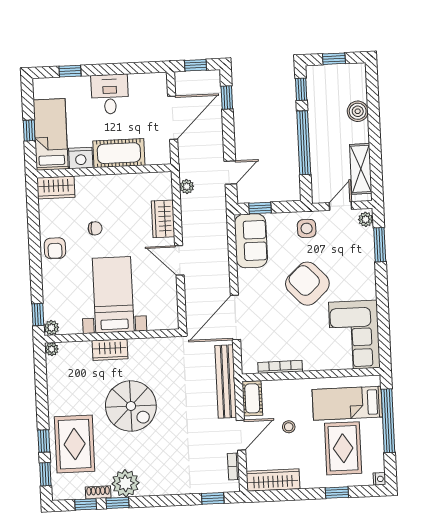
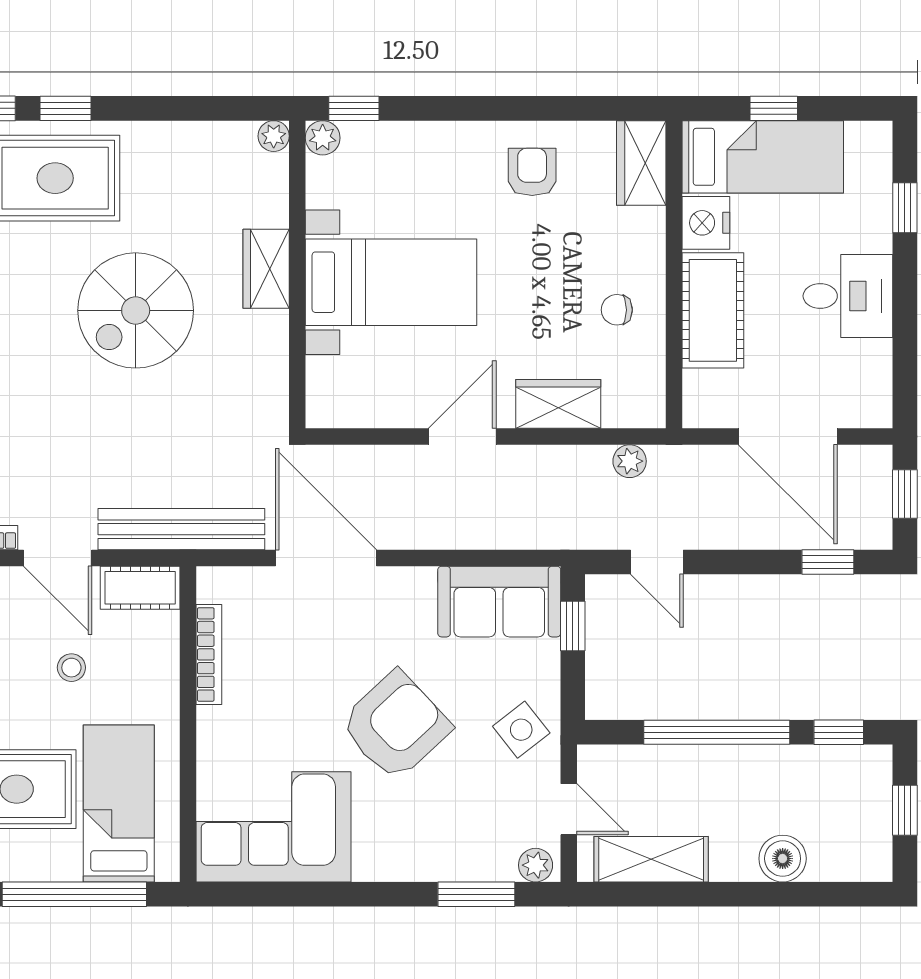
chair: (95, 228) -> (617, 310), moved, turned 90
side table: (307, 228) -> (521, 730), turned -38
armchair: (55, 248) -> (532, 172), moved, turned 90

